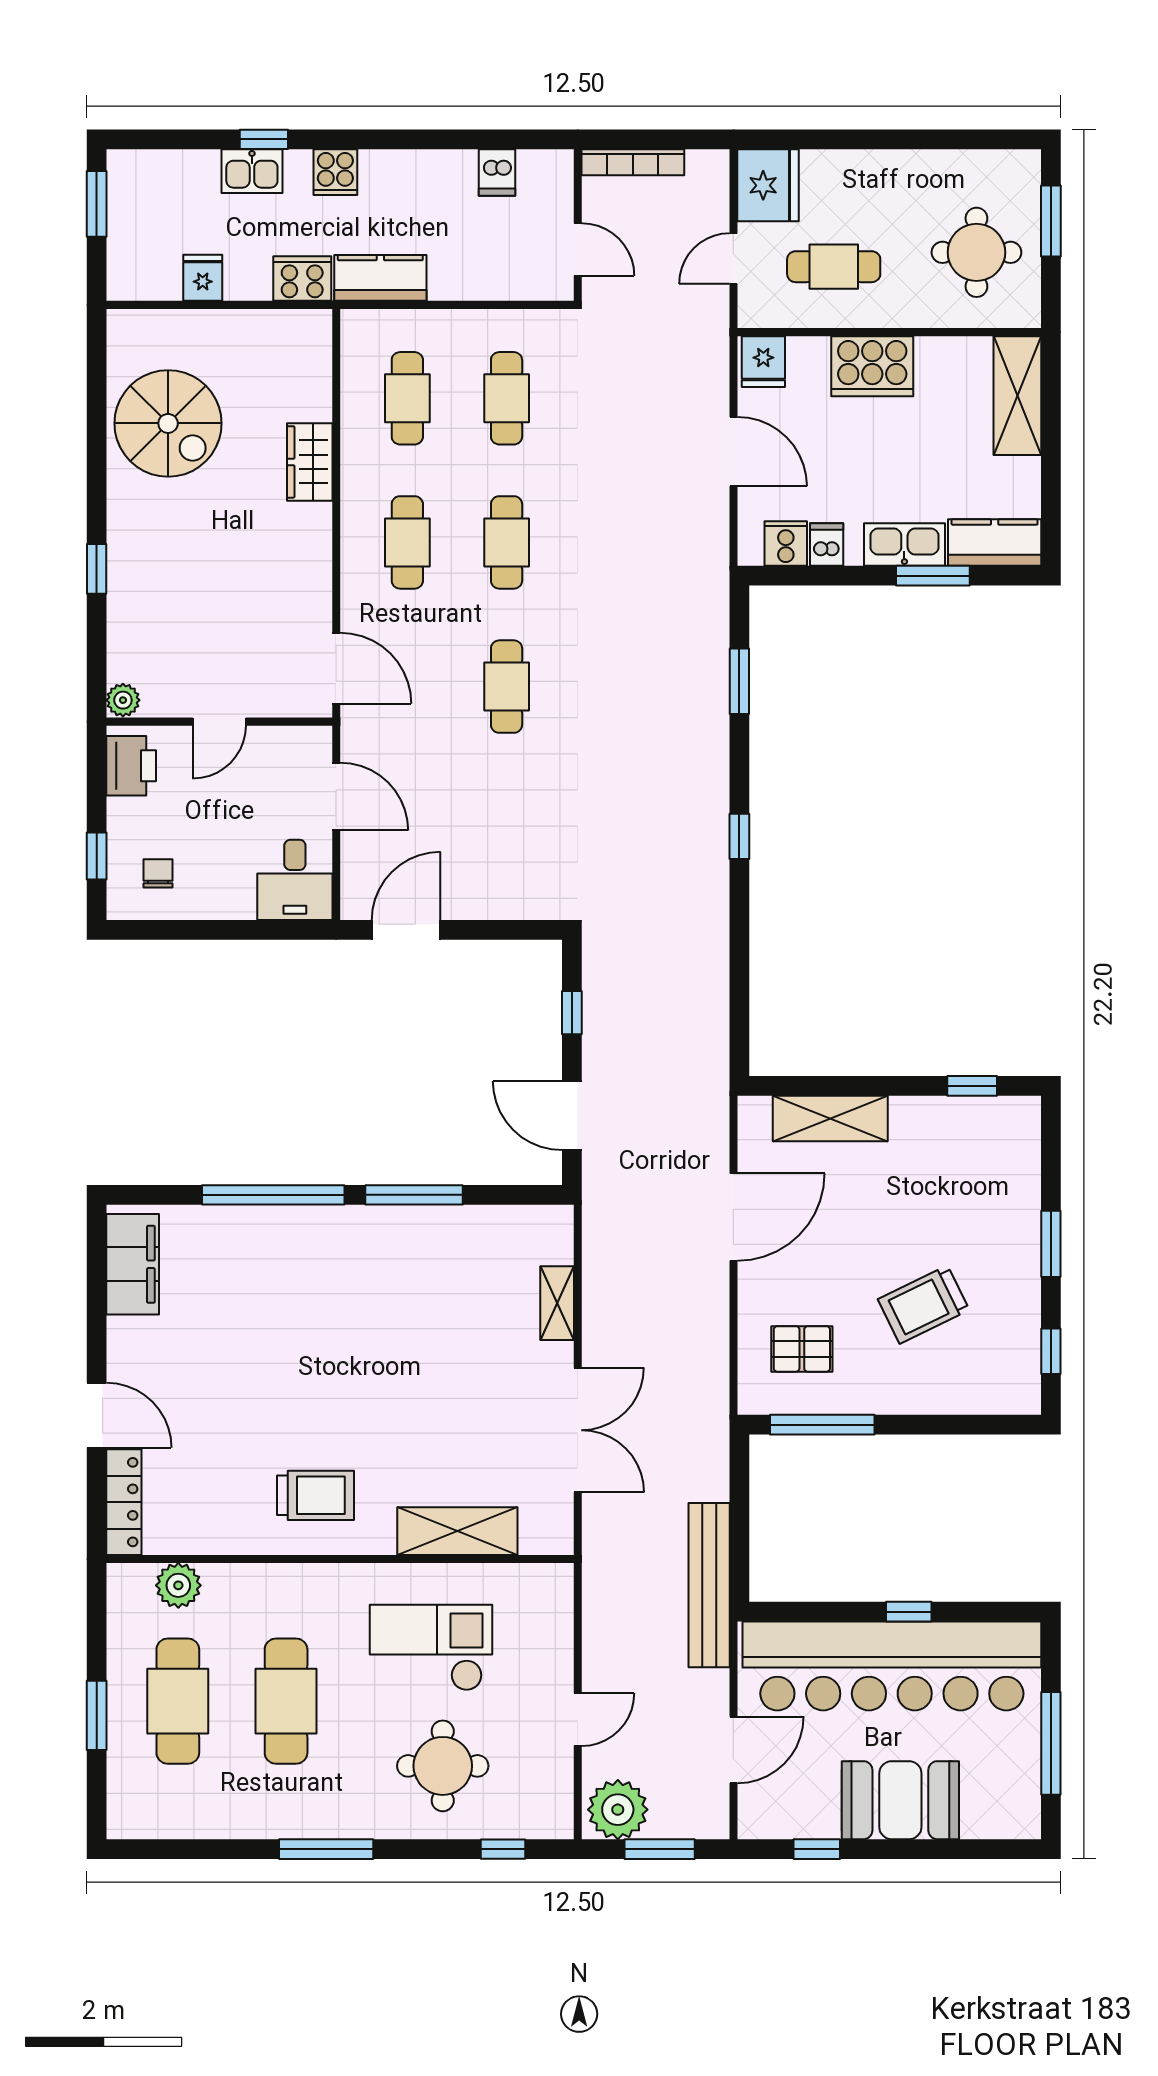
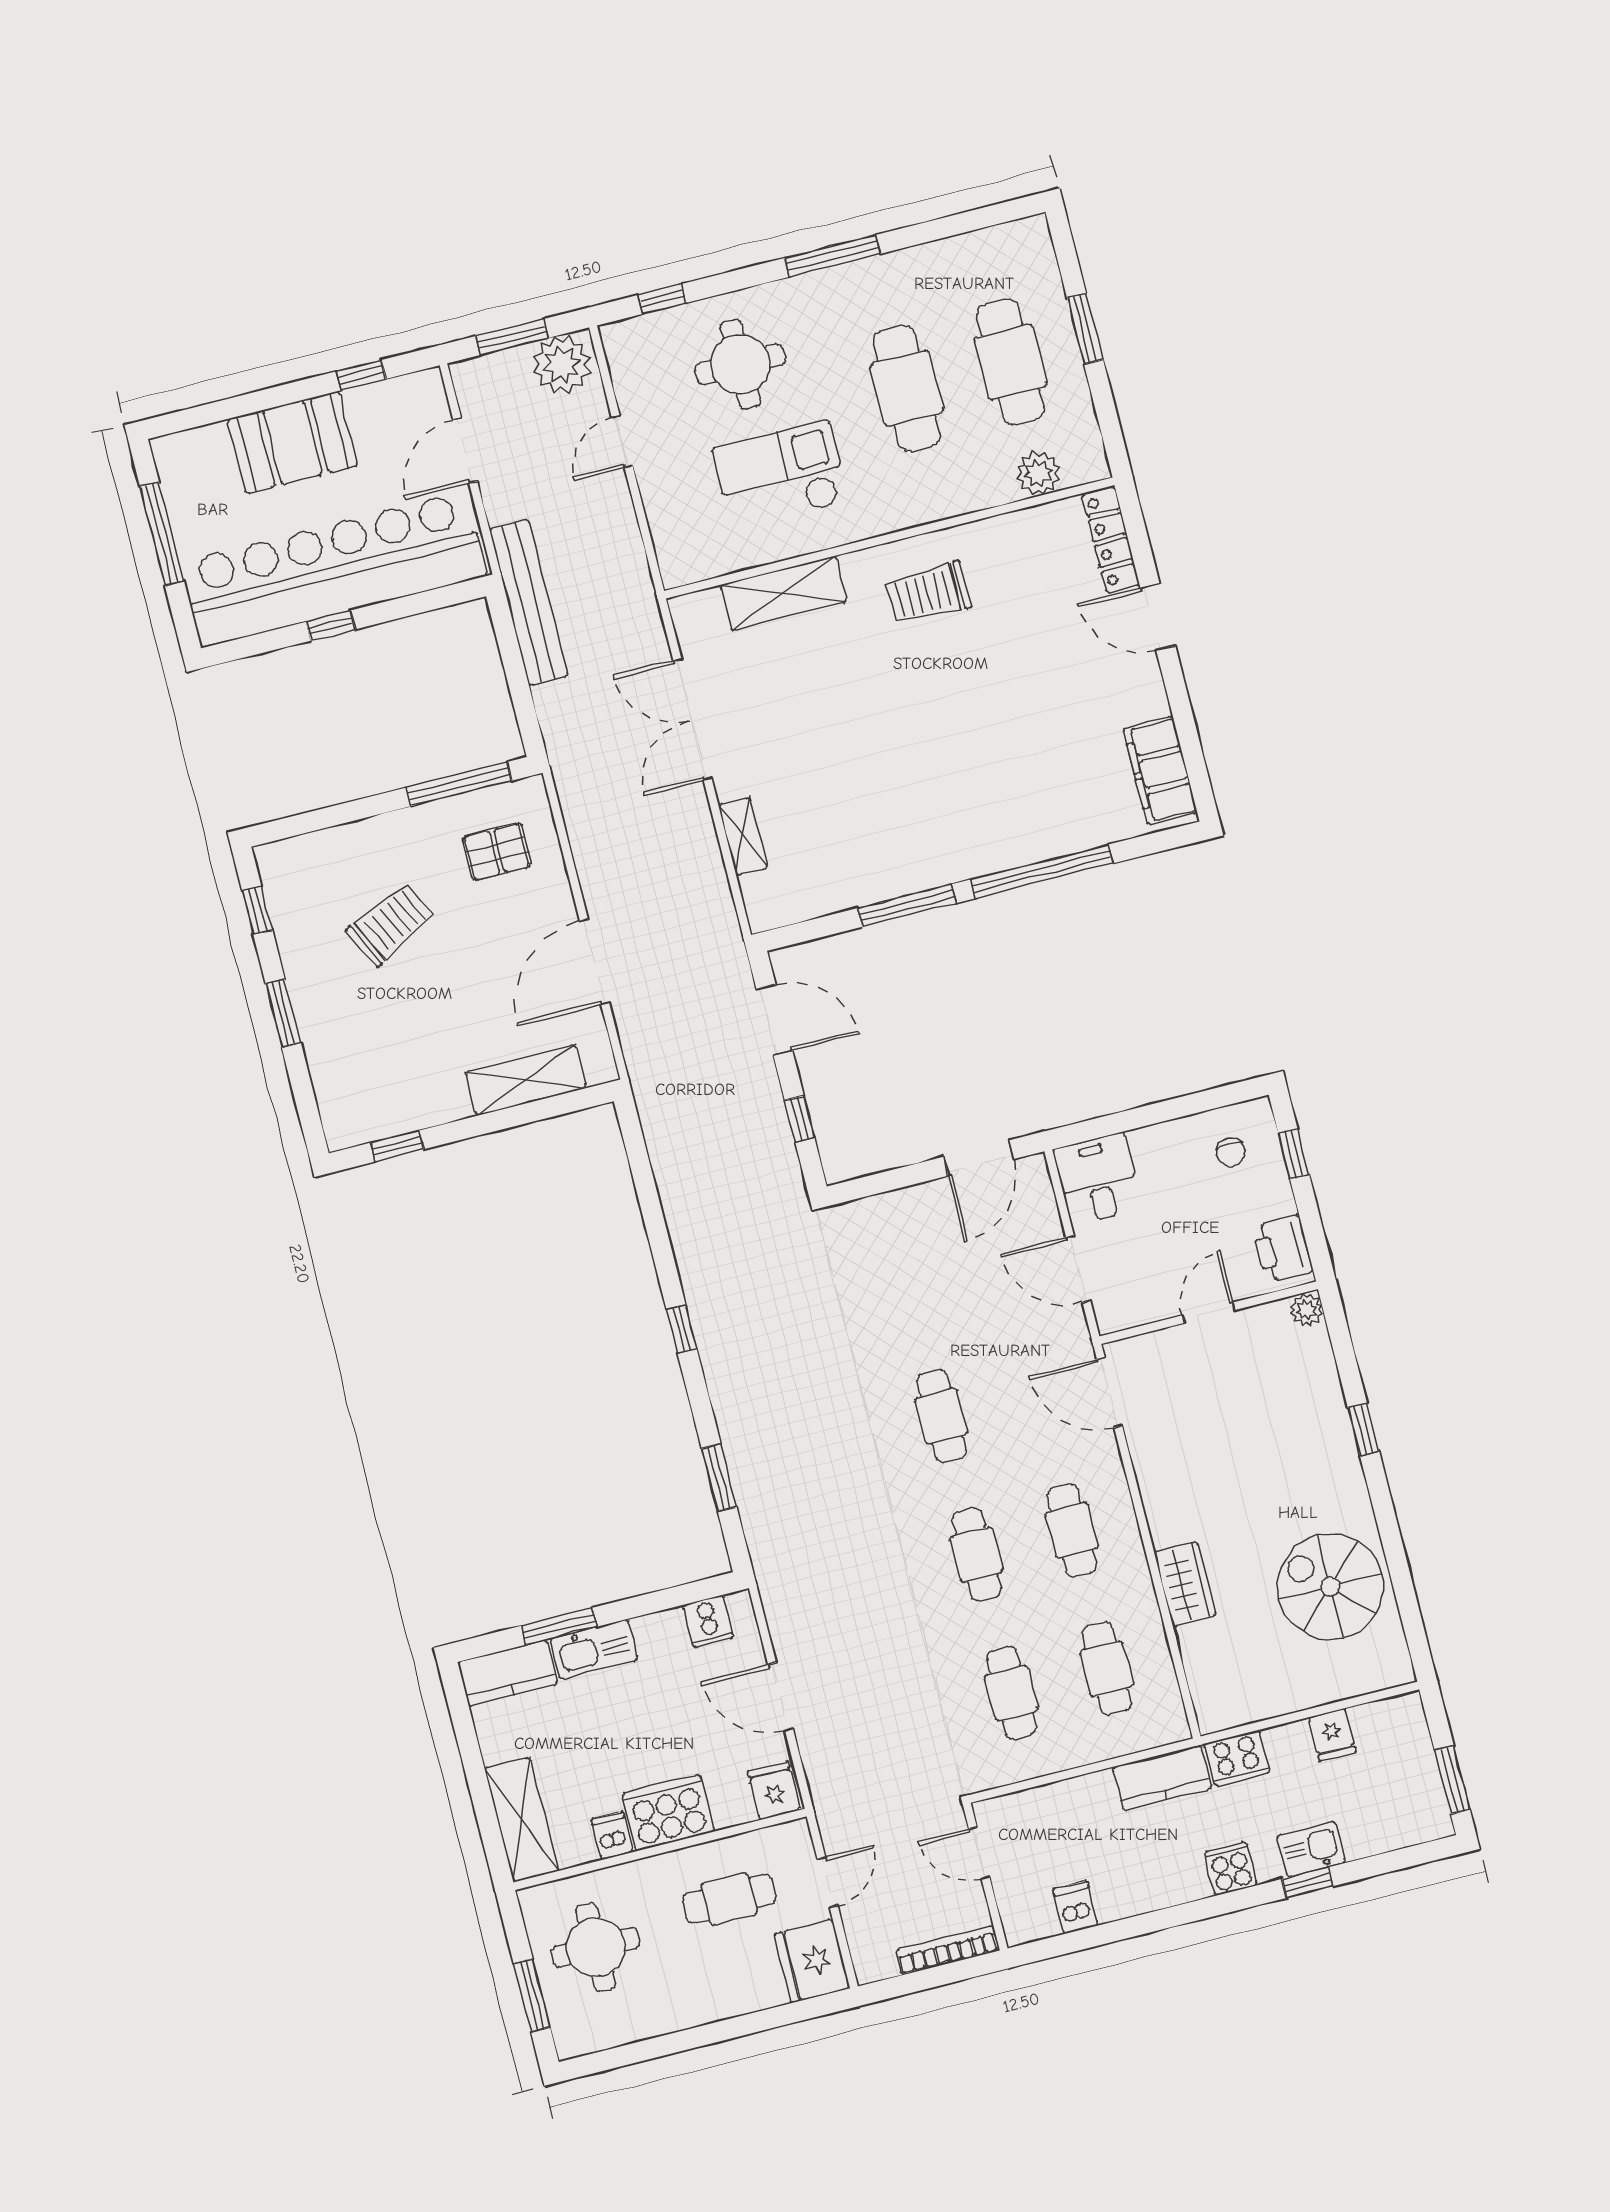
dishwasher: (827, 544) -> (612, 1836), moved, turned 180
checkout: (431, 1648) -> (780, 475), turned 180

